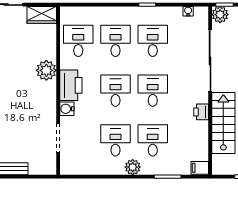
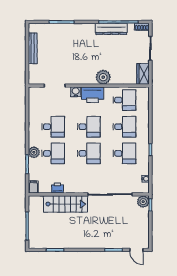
printer: (201, 112) -> (57, 188), moved
plant: (133, 167) -> (34, 152), moved

